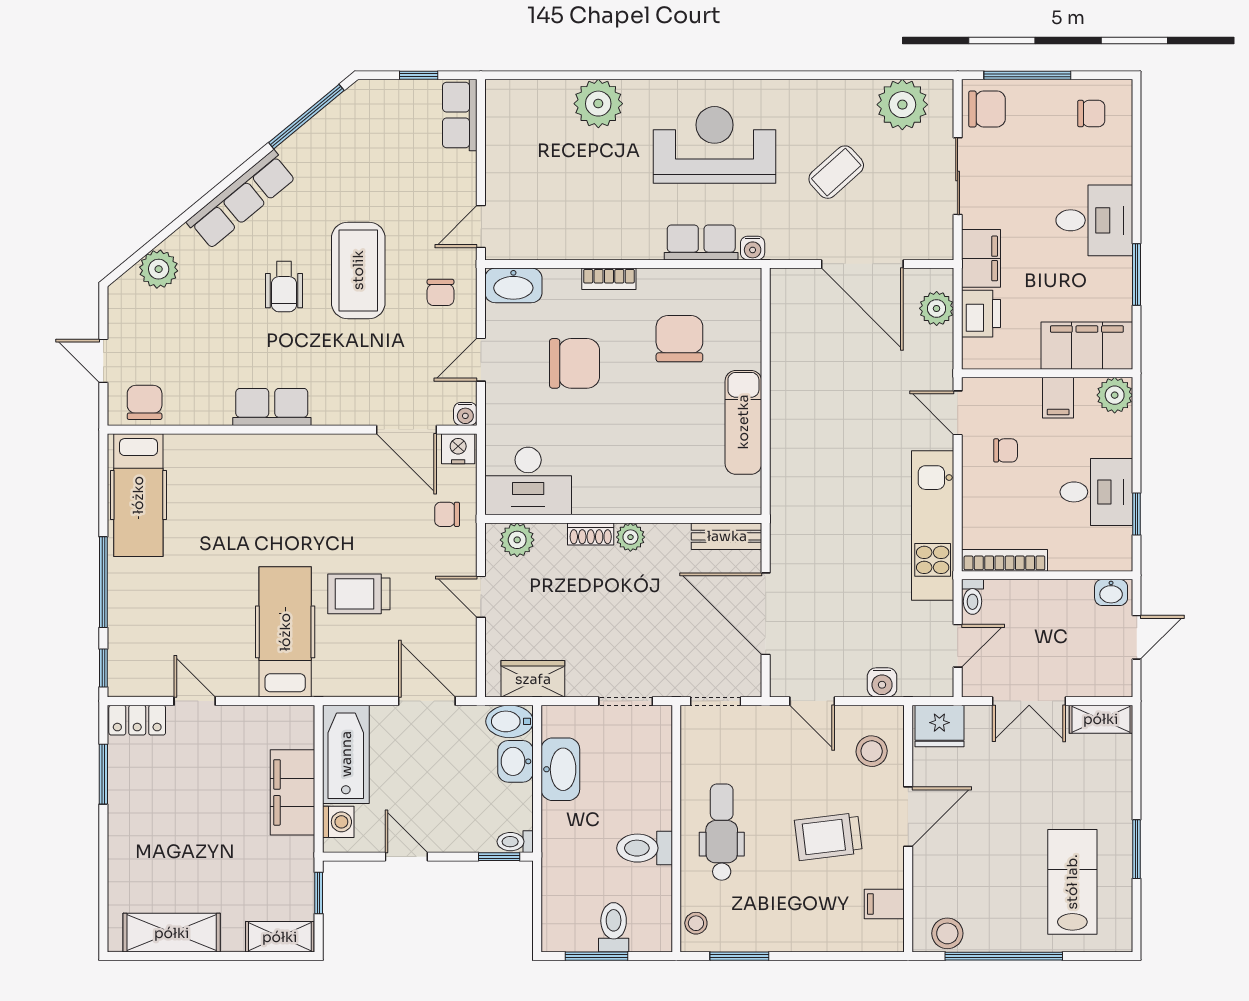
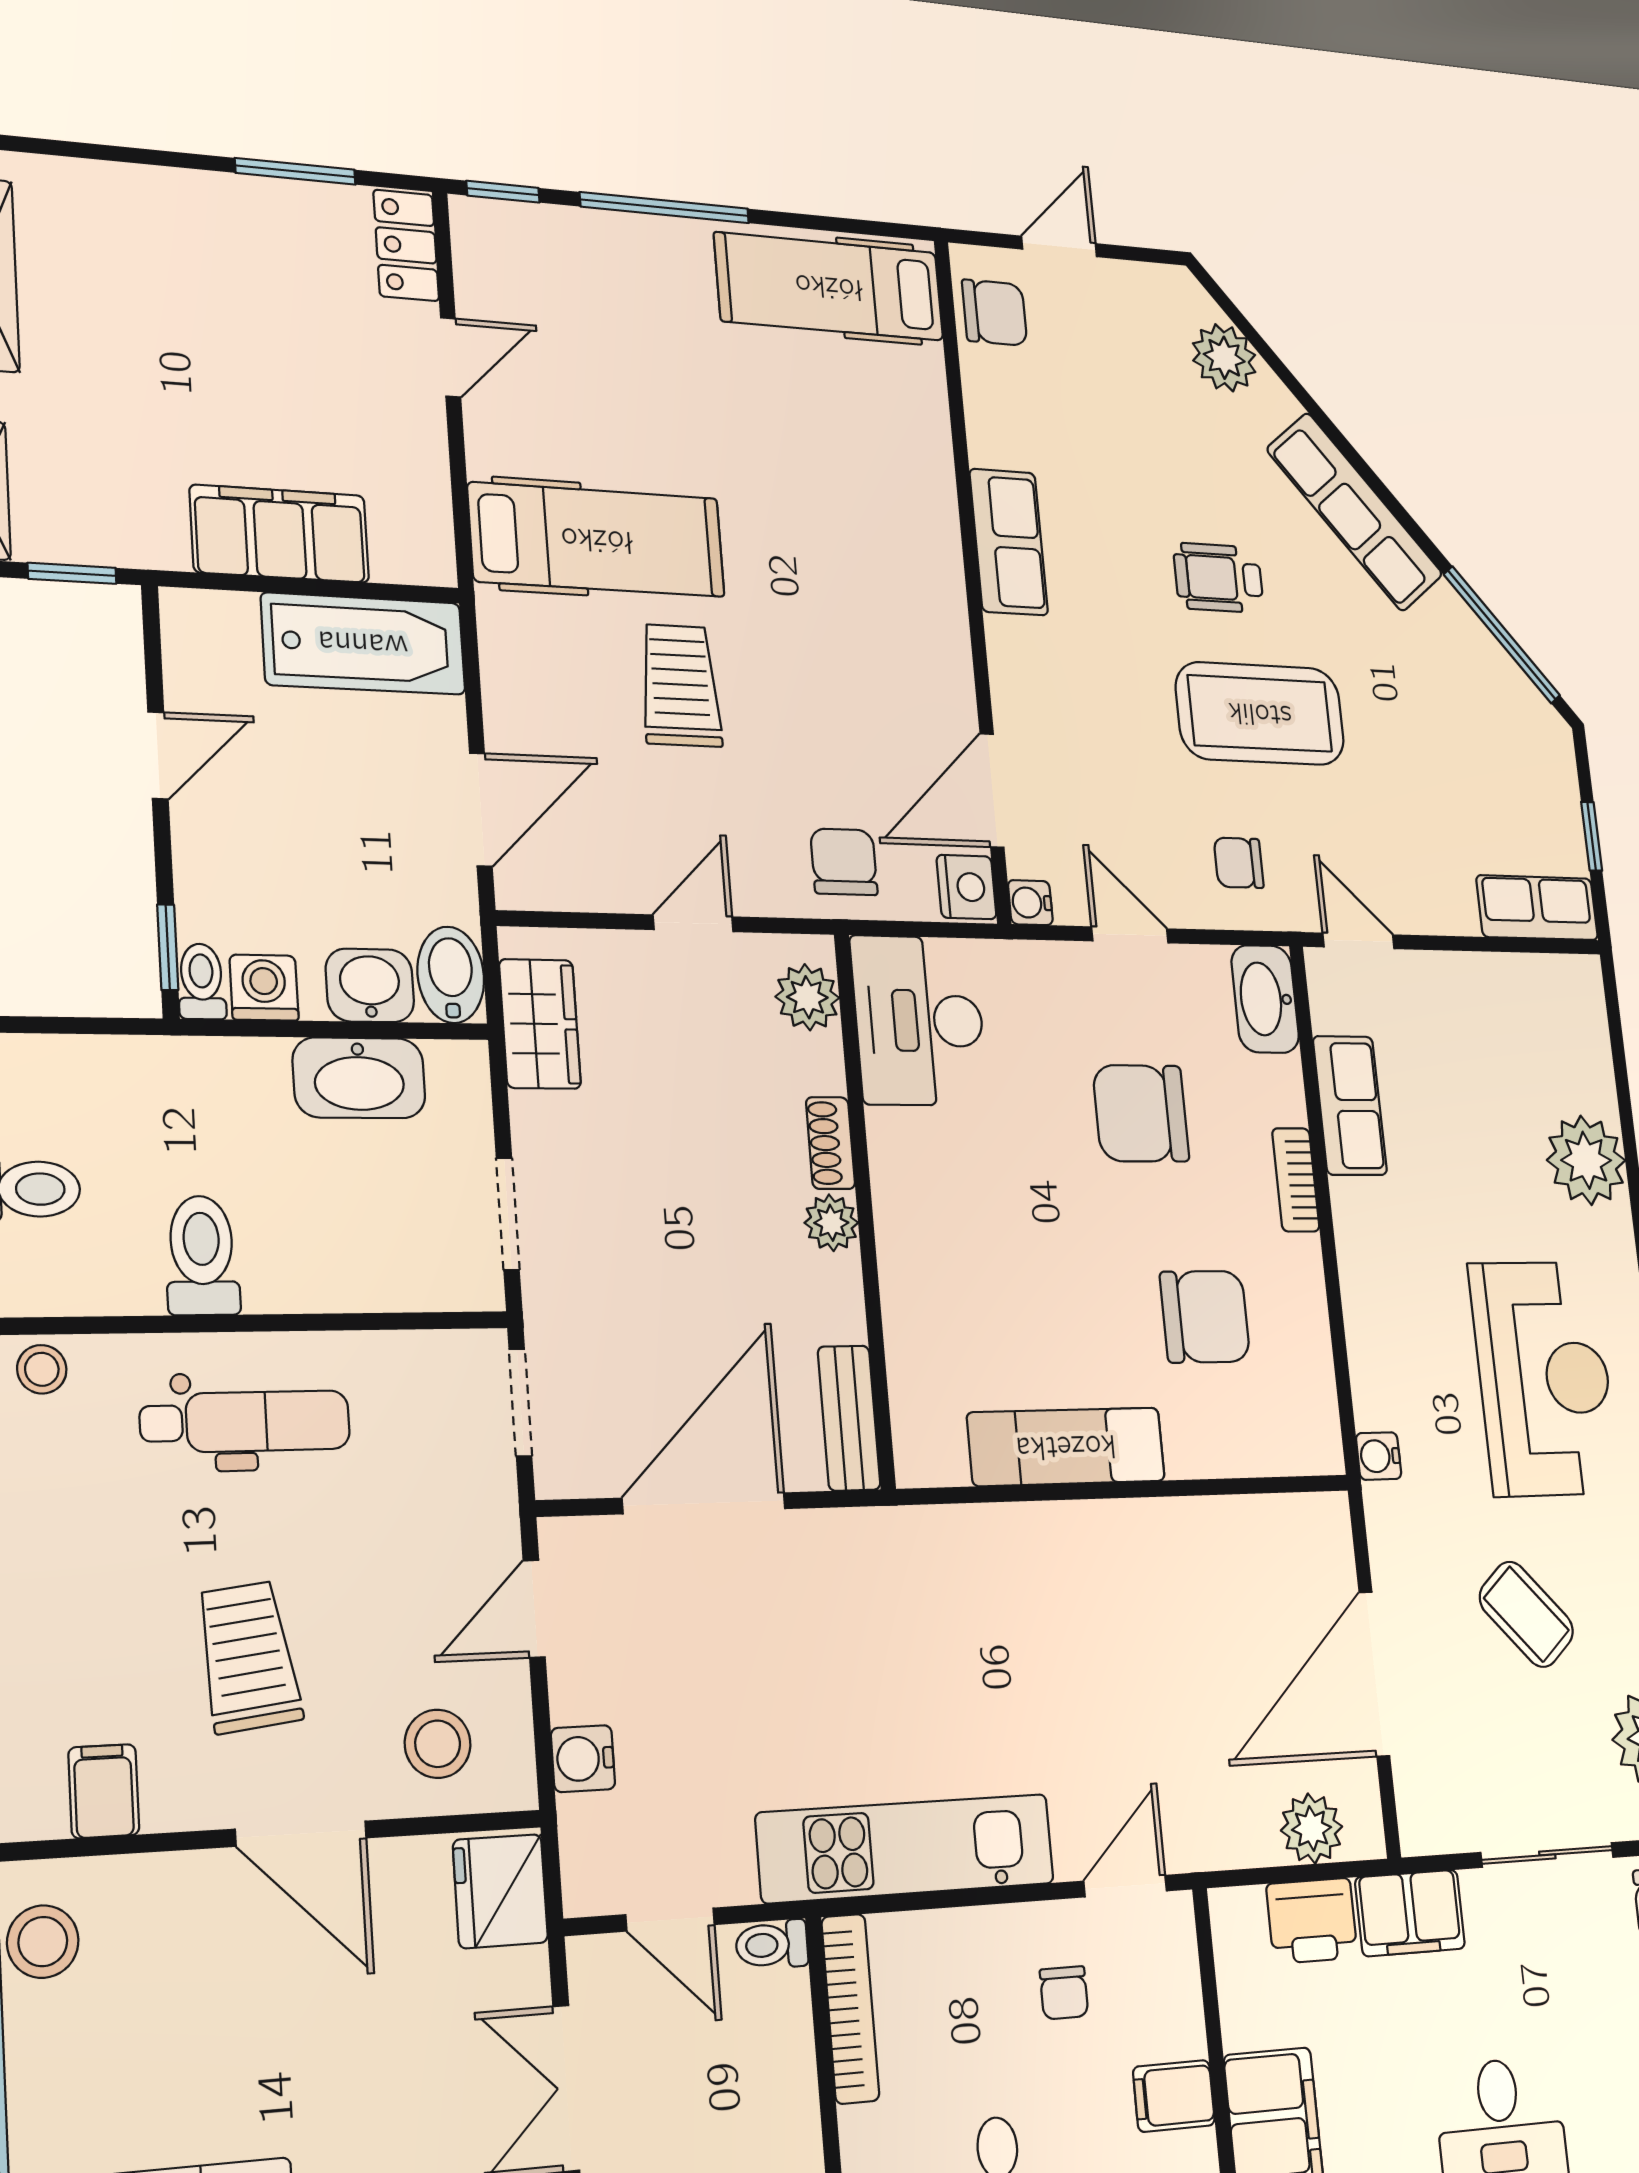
row of seats: (701, 242) -> (1350, 1105), moved
chair: (575, 363) -> (1141, 1113), turned 90
chair: (447, 514) -> (844, 862), width x1.37, depth x1.37
washing machine: (338, 822) -> (264, 988), moved, turned 180

